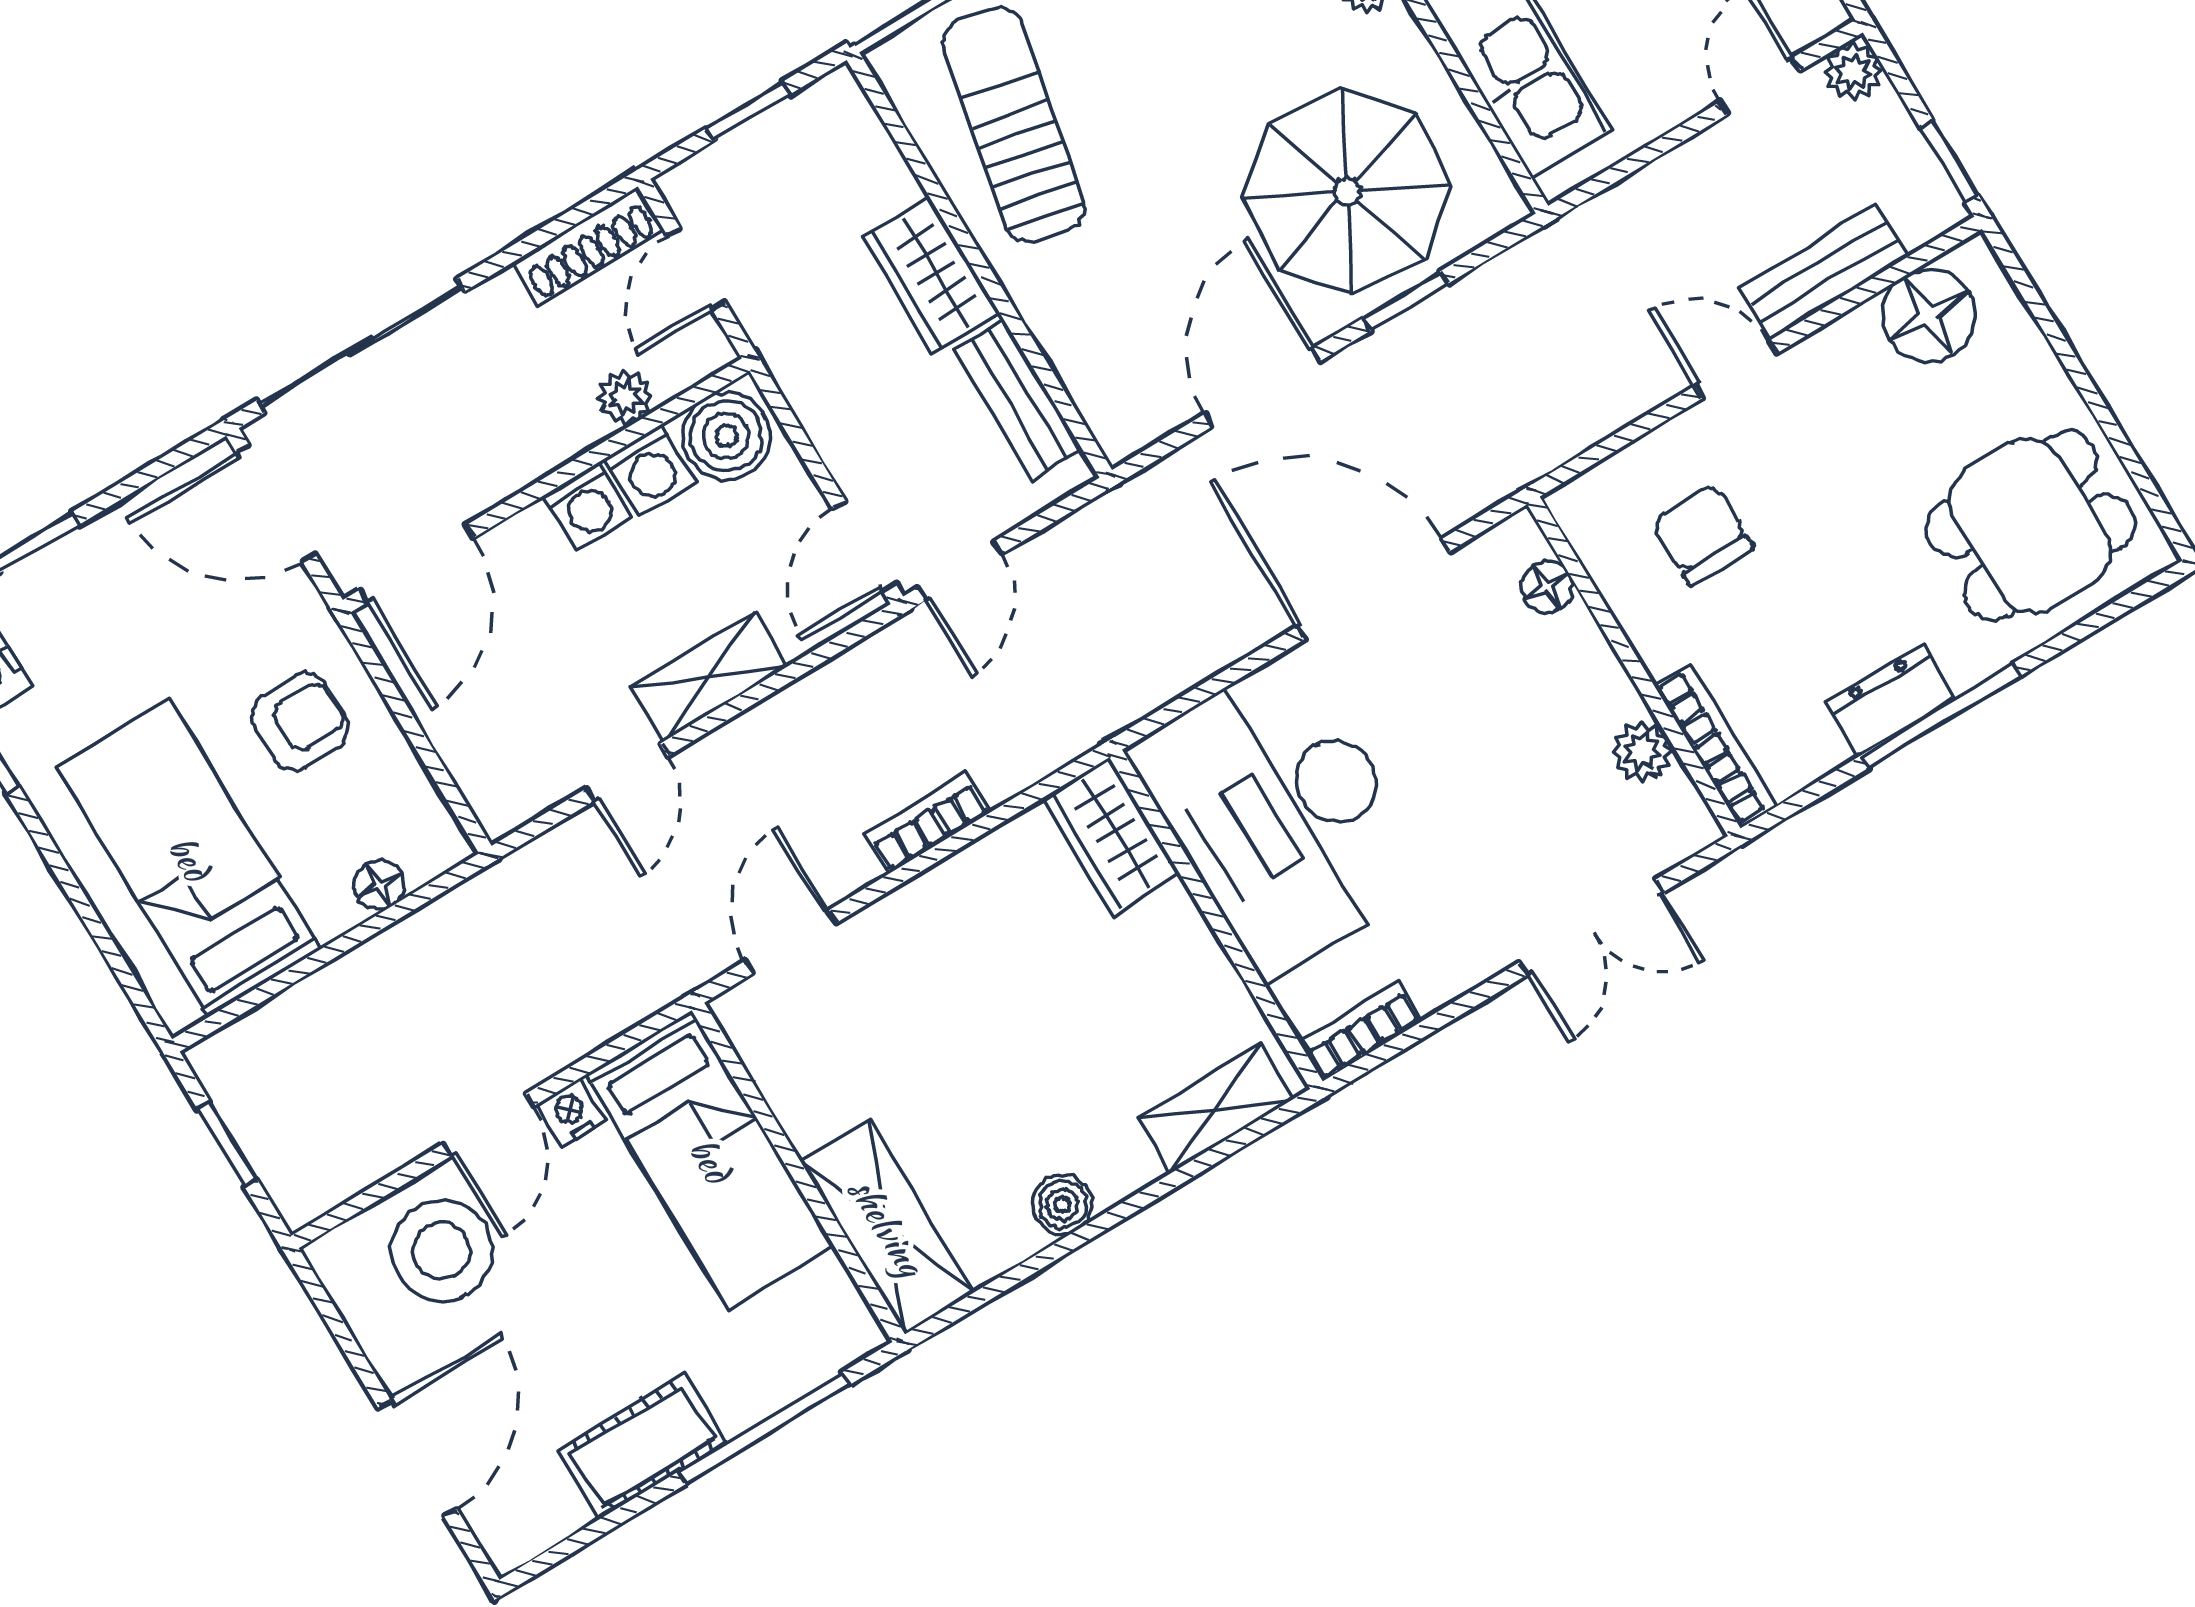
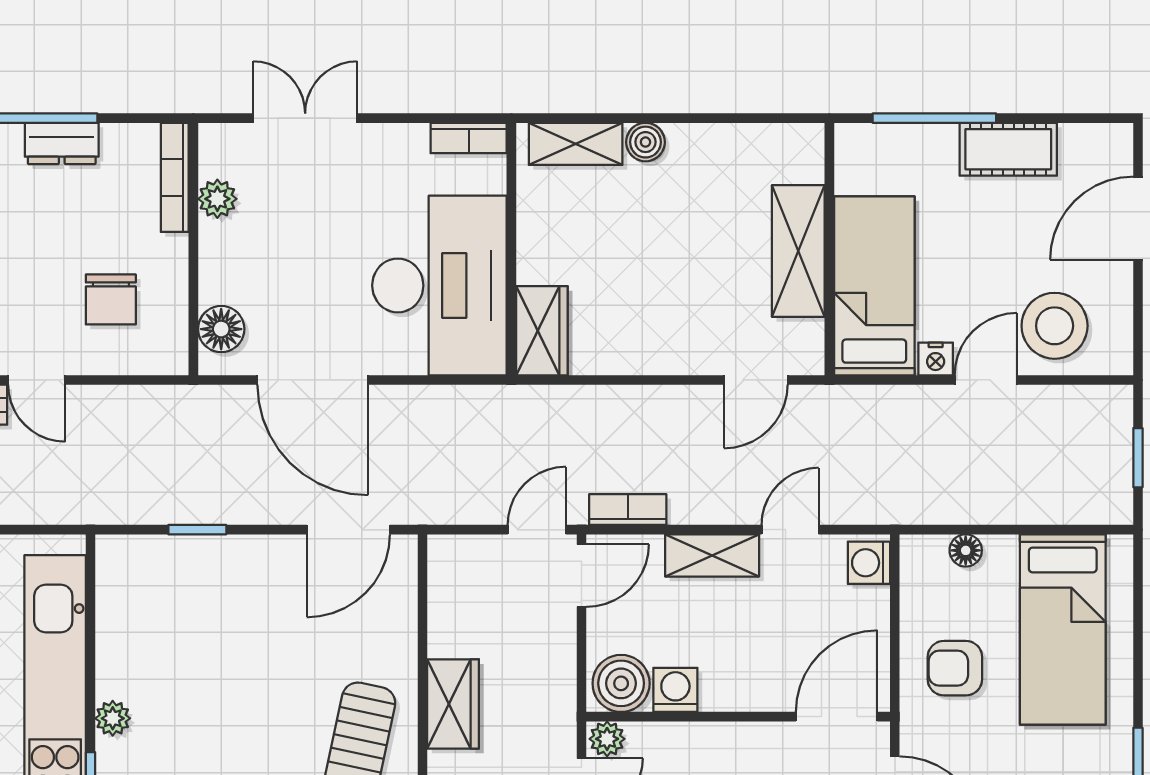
parasol: (1347, 192) -> (193, 610), removed
door: (1263, 387) -> (348, 530), moved
plant: (625, 397) -> (607, 739), moved
bench: (1018, 399) -> (446, 606), removed
washing machine: (587, 507) -> (869, 563), moved, turned -90
floor lamp: (1547, 587) -> (221, 329), width x1.37, depth x1.37
bookcase: (927, 823) -> (628, 509), moved, turned 180
boiler: (1062, 1204) -> (645, 142), moved
shelving: (887, 1227) -> (798, 251), moved

